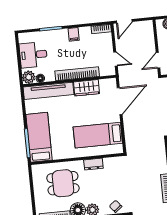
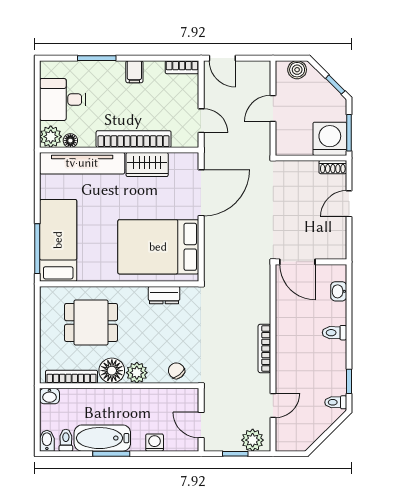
door: (124, 21) -> (222, 58), hinge flipped
door: (158, 60) -> (273, 109), moved
bed: (98, 135) -> (158, 247), width x1.50
dresser: (93, 164) -> (164, 295), moved

